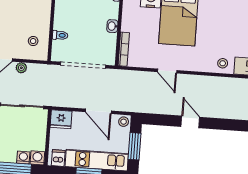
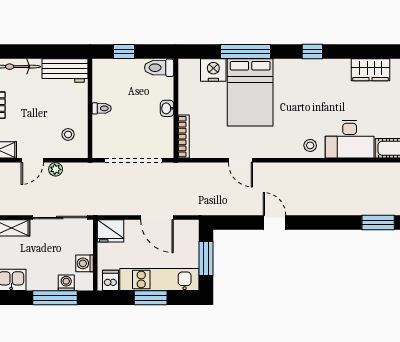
toilet: (60, 35) -> (102, 108), moved
stool: (124, 122) -> (190, 228), removed
washing machine: (37, 158) -> (85, 263), moved, turned -90

